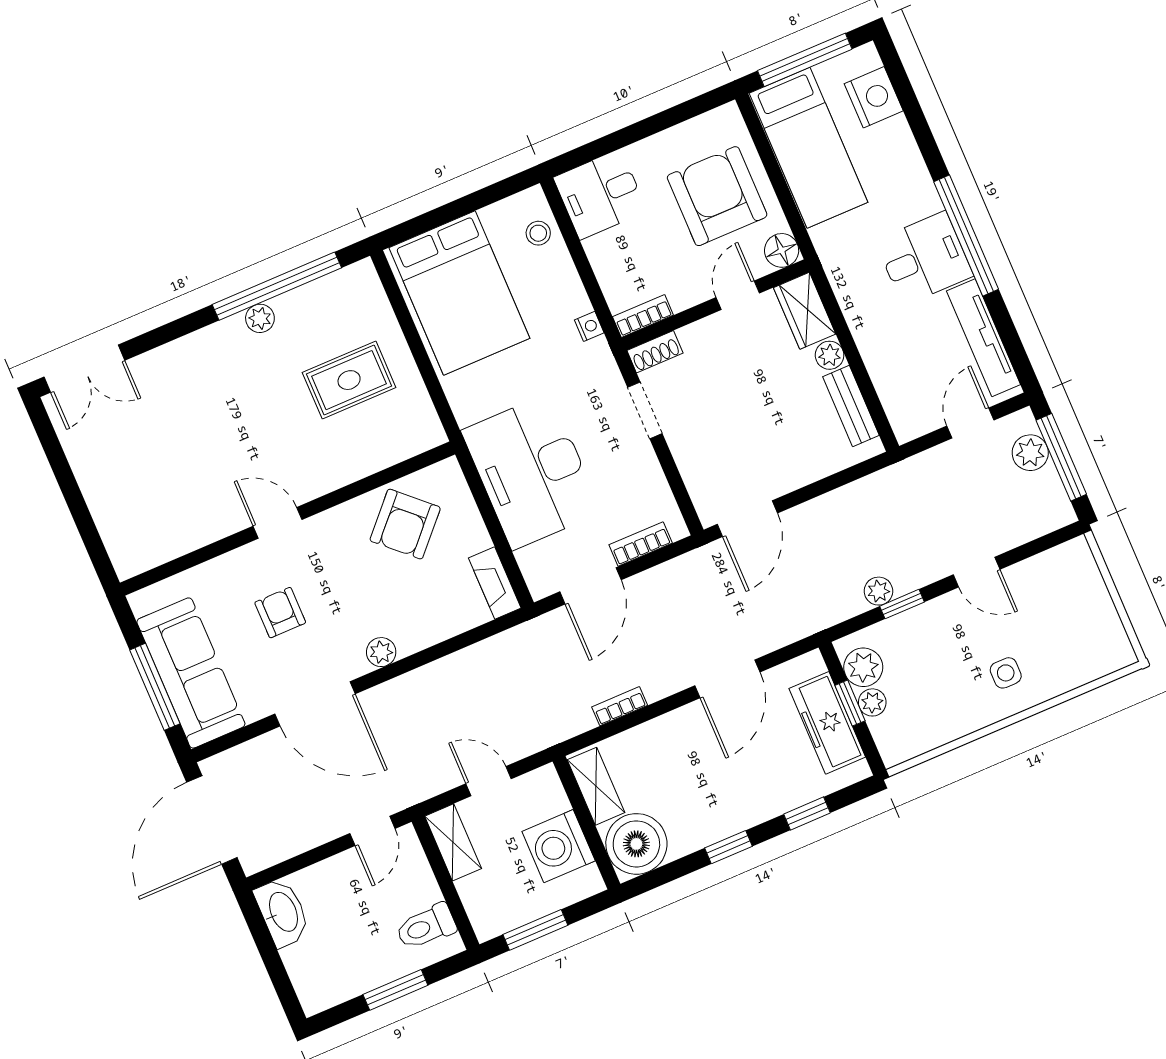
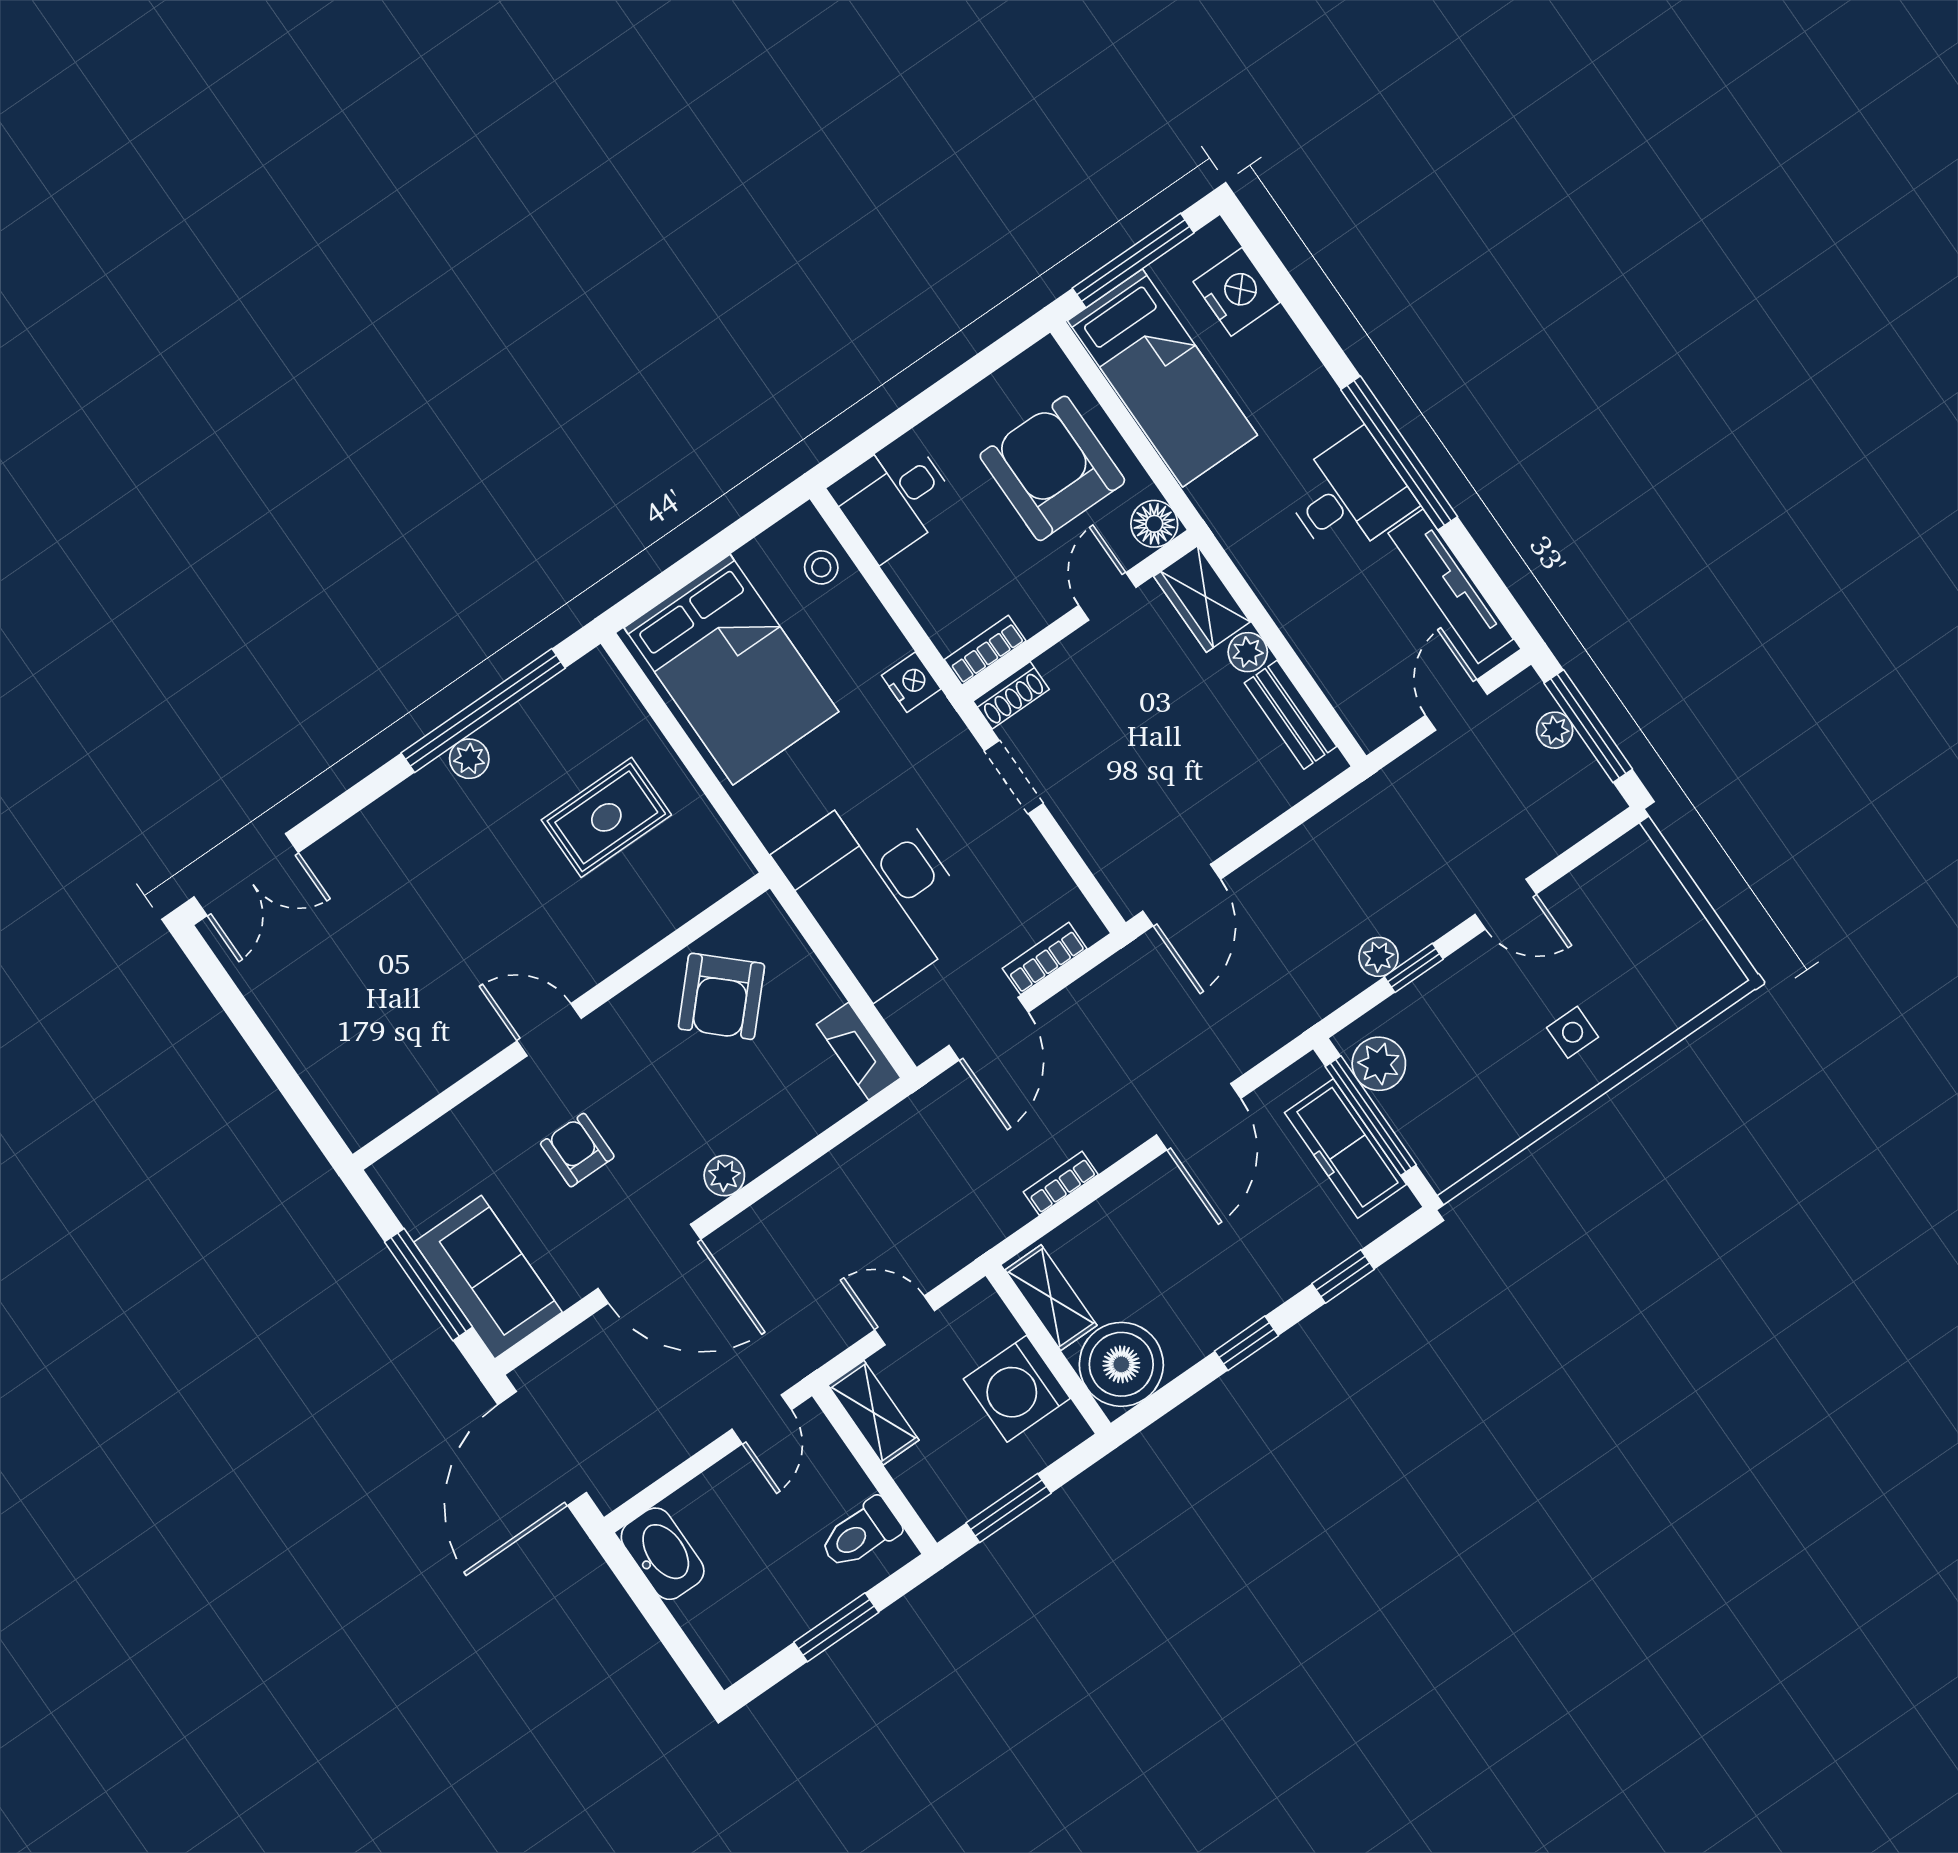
nightstand: (589, 326) -> (911, 682), width x1.39, depth x1.35
plant: (1030, 453) -> (1555, 730), width x0.73, depth x0.73
sofa: (191, 673) -> (488, 1277), width x0.73
plant: (872, 702) -> (1401, 1109), removed
window: (850, 703) -> (1371, 1116), width x2.17

